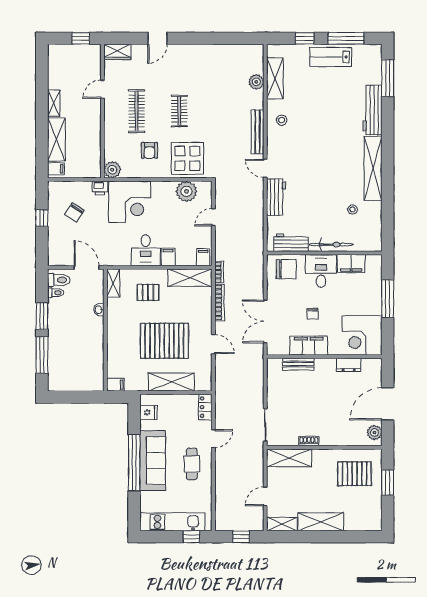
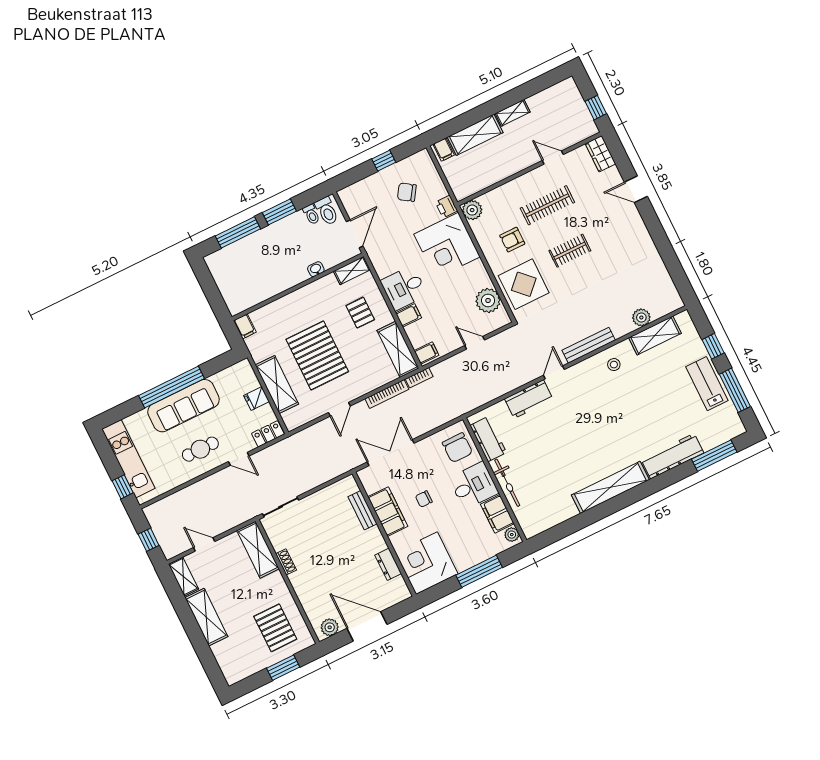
stool: (353, 209) -> (556, 487), removed
plant: (372, 260) -> (512, 535), added
fridge: (148, 413) -> (257, 399), moved, turned 90

